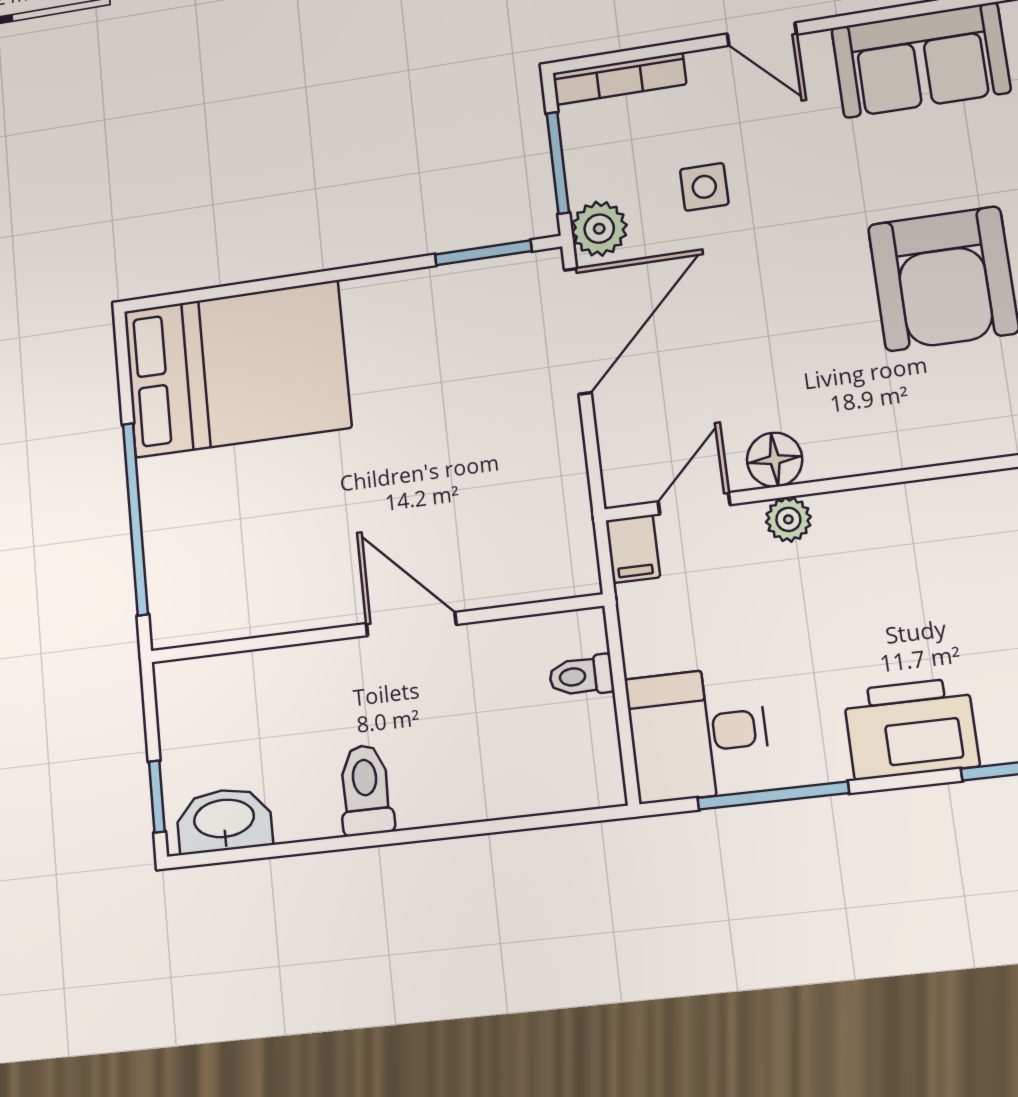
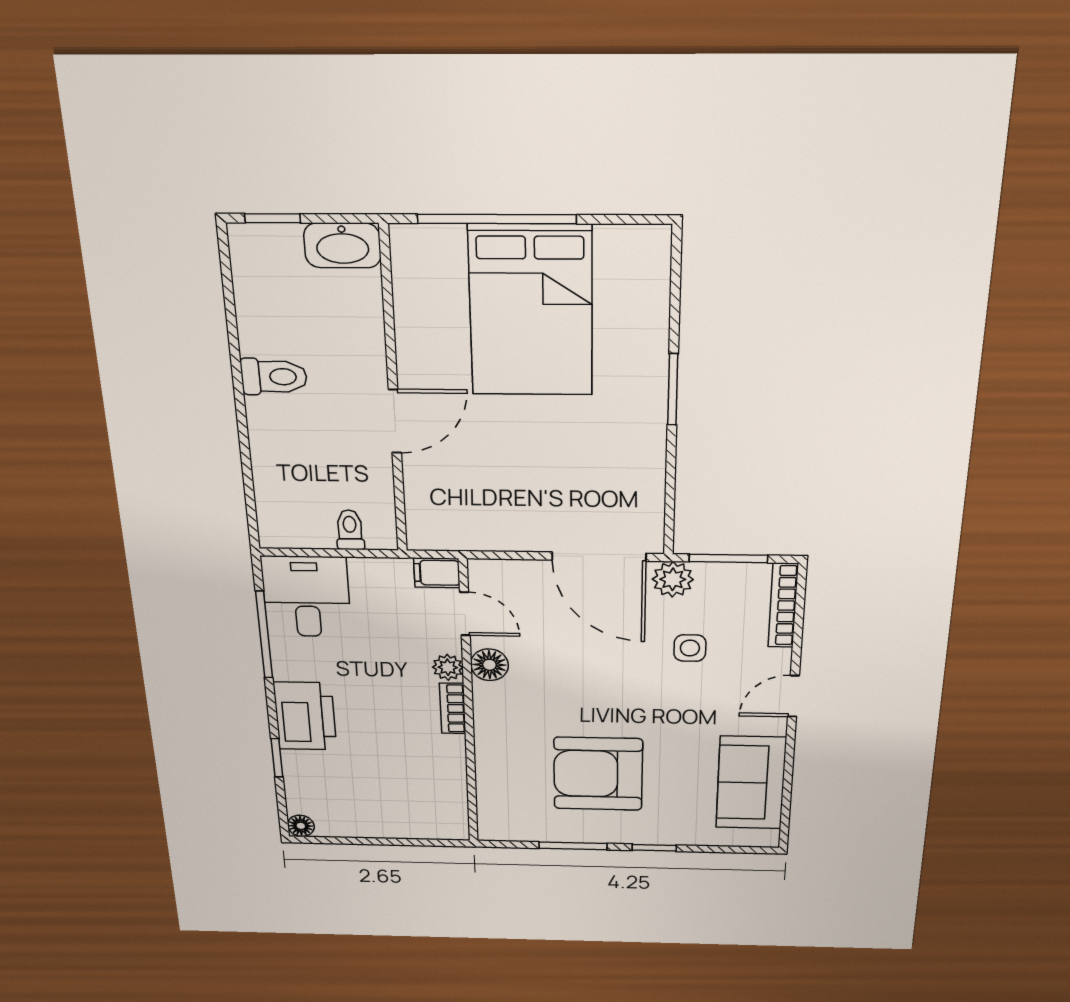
window: (483, 253) -> (673, 389), moved
bed: (237, 369) -> (531, 311), moved
bookcase: (860, 505) -> (453, 708), added
washbasin: (224, 820) -> (342, 245), moved, turned 90

